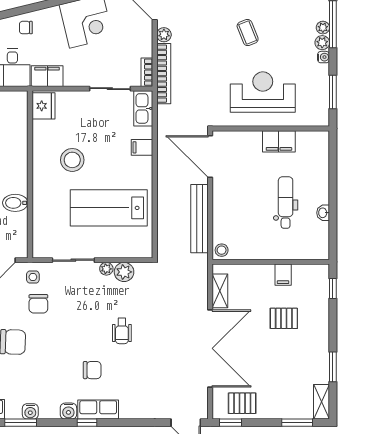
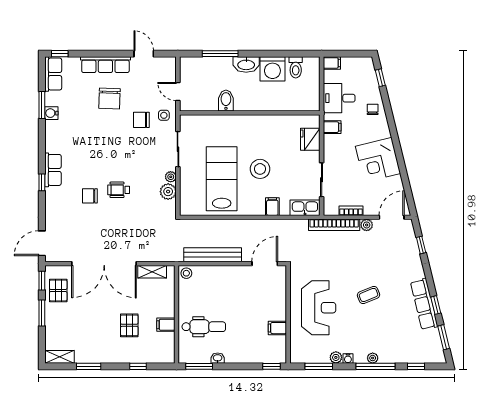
plant: (322, 43) -> (336, 357), moved
bookcase: (147, 72) -> (351, 211), moved
filing cabinet: (47, 76) -> (332, 127), width x0.50
fridge: (43, 106) -> (310, 139), moved, turned 90
filing cabinet: (279, 141) -> (277, 328), width x0.50
window: (333, 148) -> (272, 366), added
door: (210, 156) -> (265, 264), width x0.73
stool: (72, 160) -> (260, 169), moved
dental chair: (286, 202) -> (204, 327), moved
window: (333, 235) -> (199, 366), added
window: (333, 288) -> (138, 366), moved
chair: (92, 370) -> (90, 196), moved, turned 90
water cooler: (68, 411) -> (52, 145), removed
window: (87, 423) -> (42, 182), moved
window: (297, 423) -> (42, 313), moved

